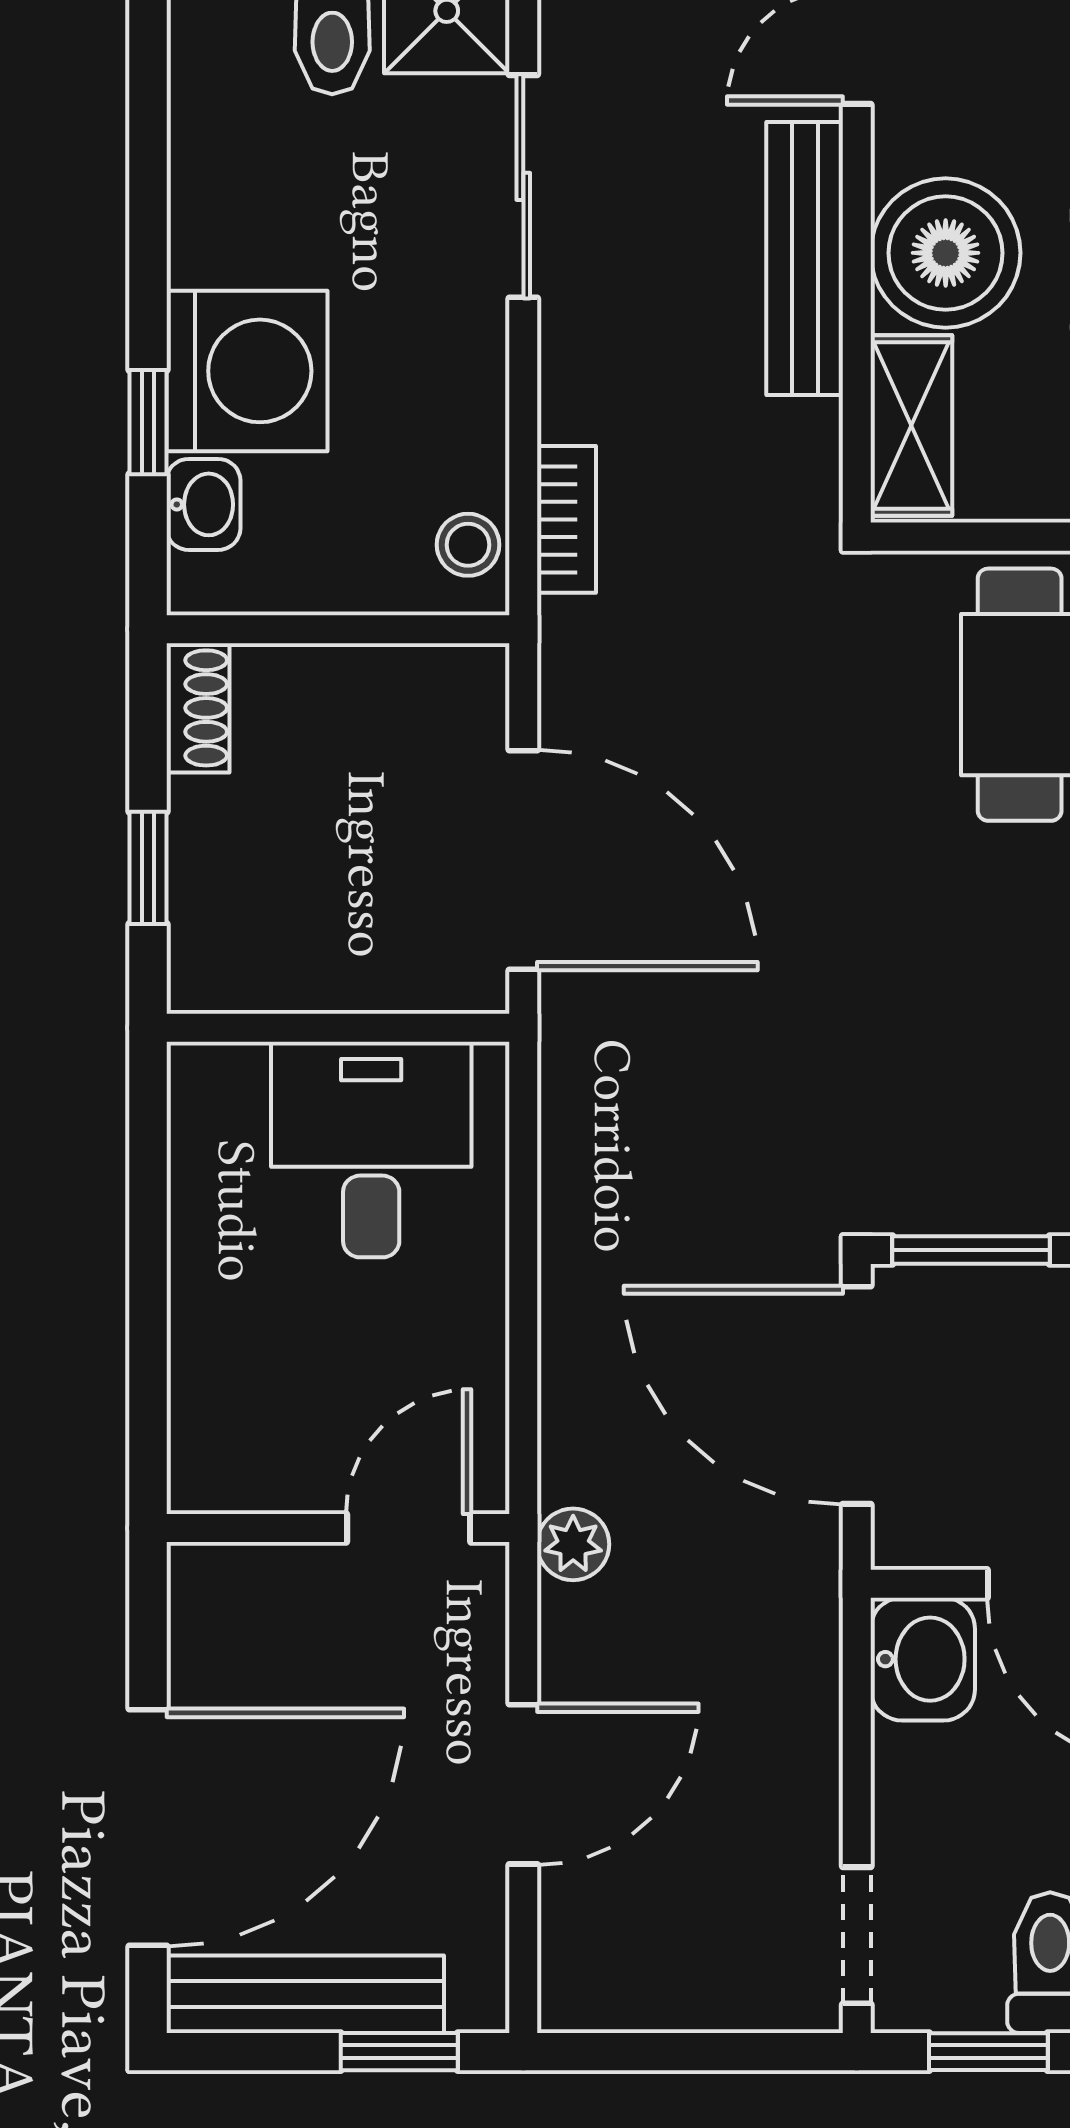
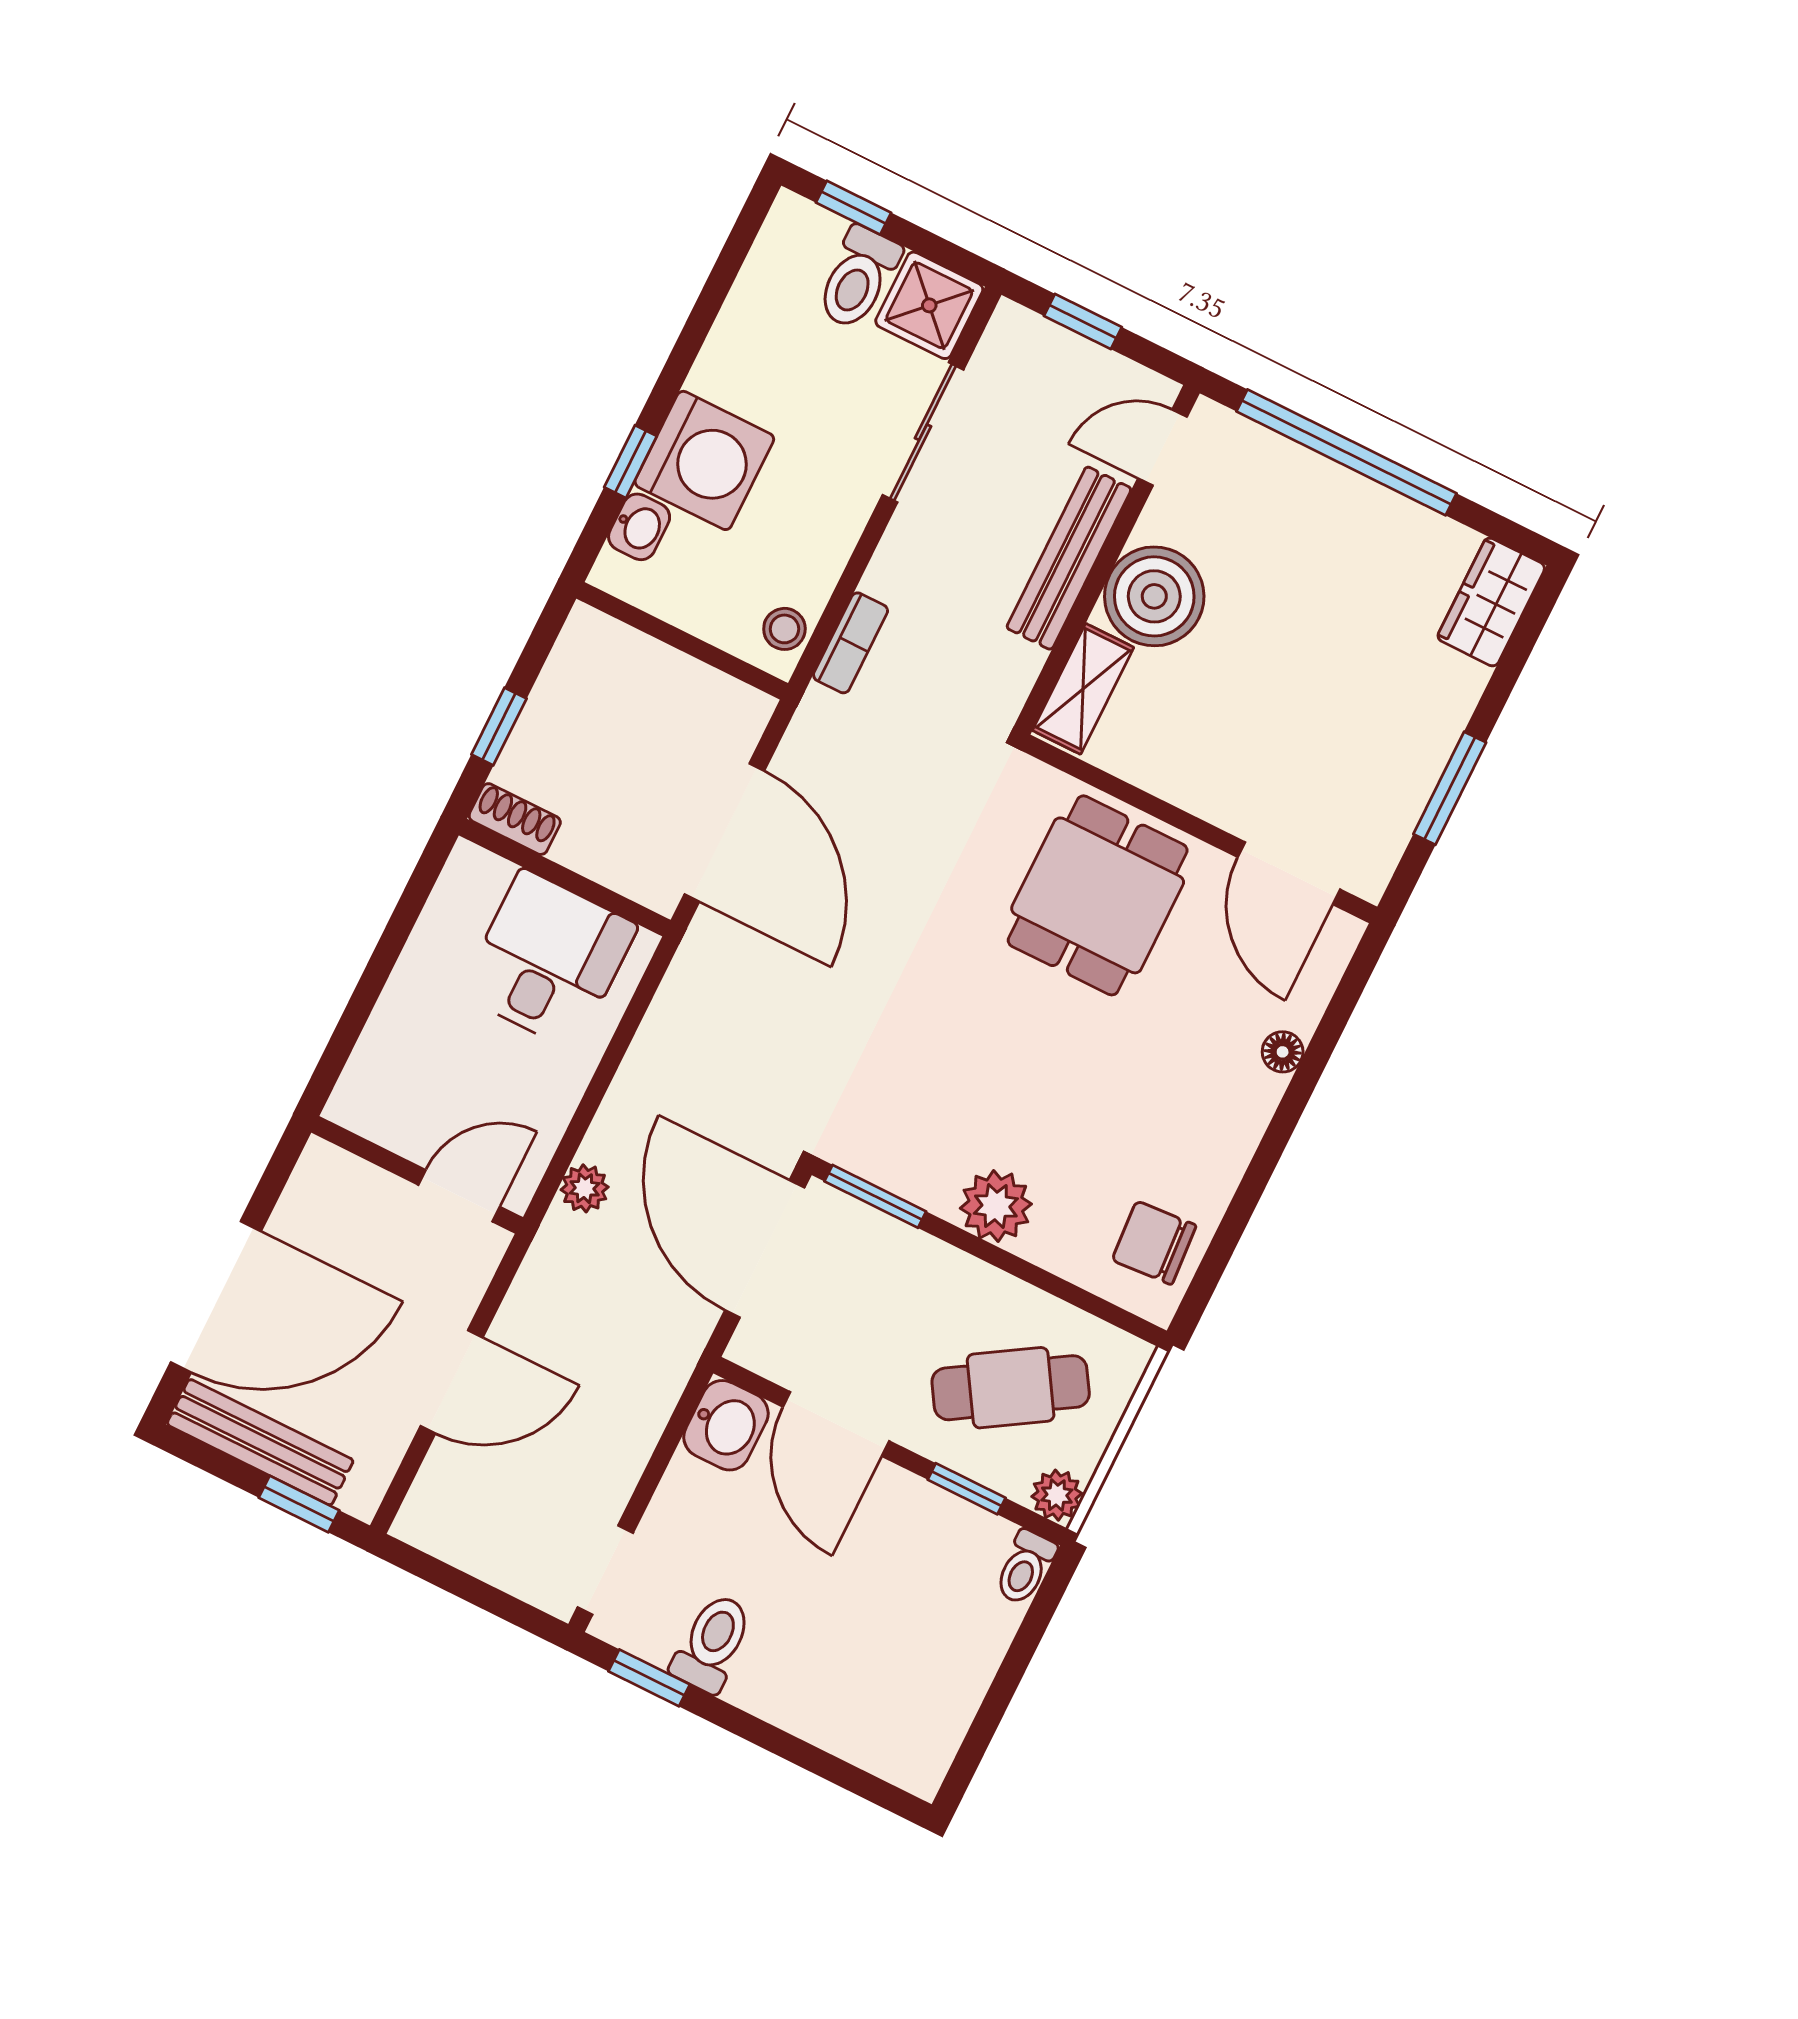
shoe rack: (198, 708) -> (515, 819), moved, turned -90
plant: (573, 1544) -> (585, 1188), moved

